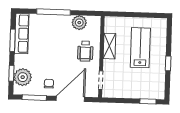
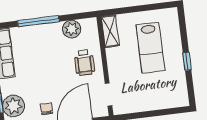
shelving: (109, 46) -> (110, 31), moved
lab bench: (140, 48) -> (150, 48), turned 180
window: (148, 101) -> (170, 111), removed

